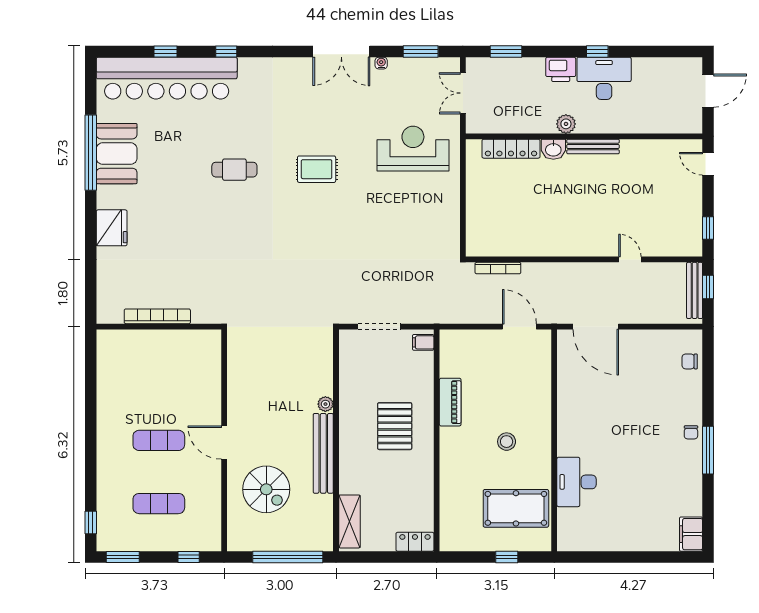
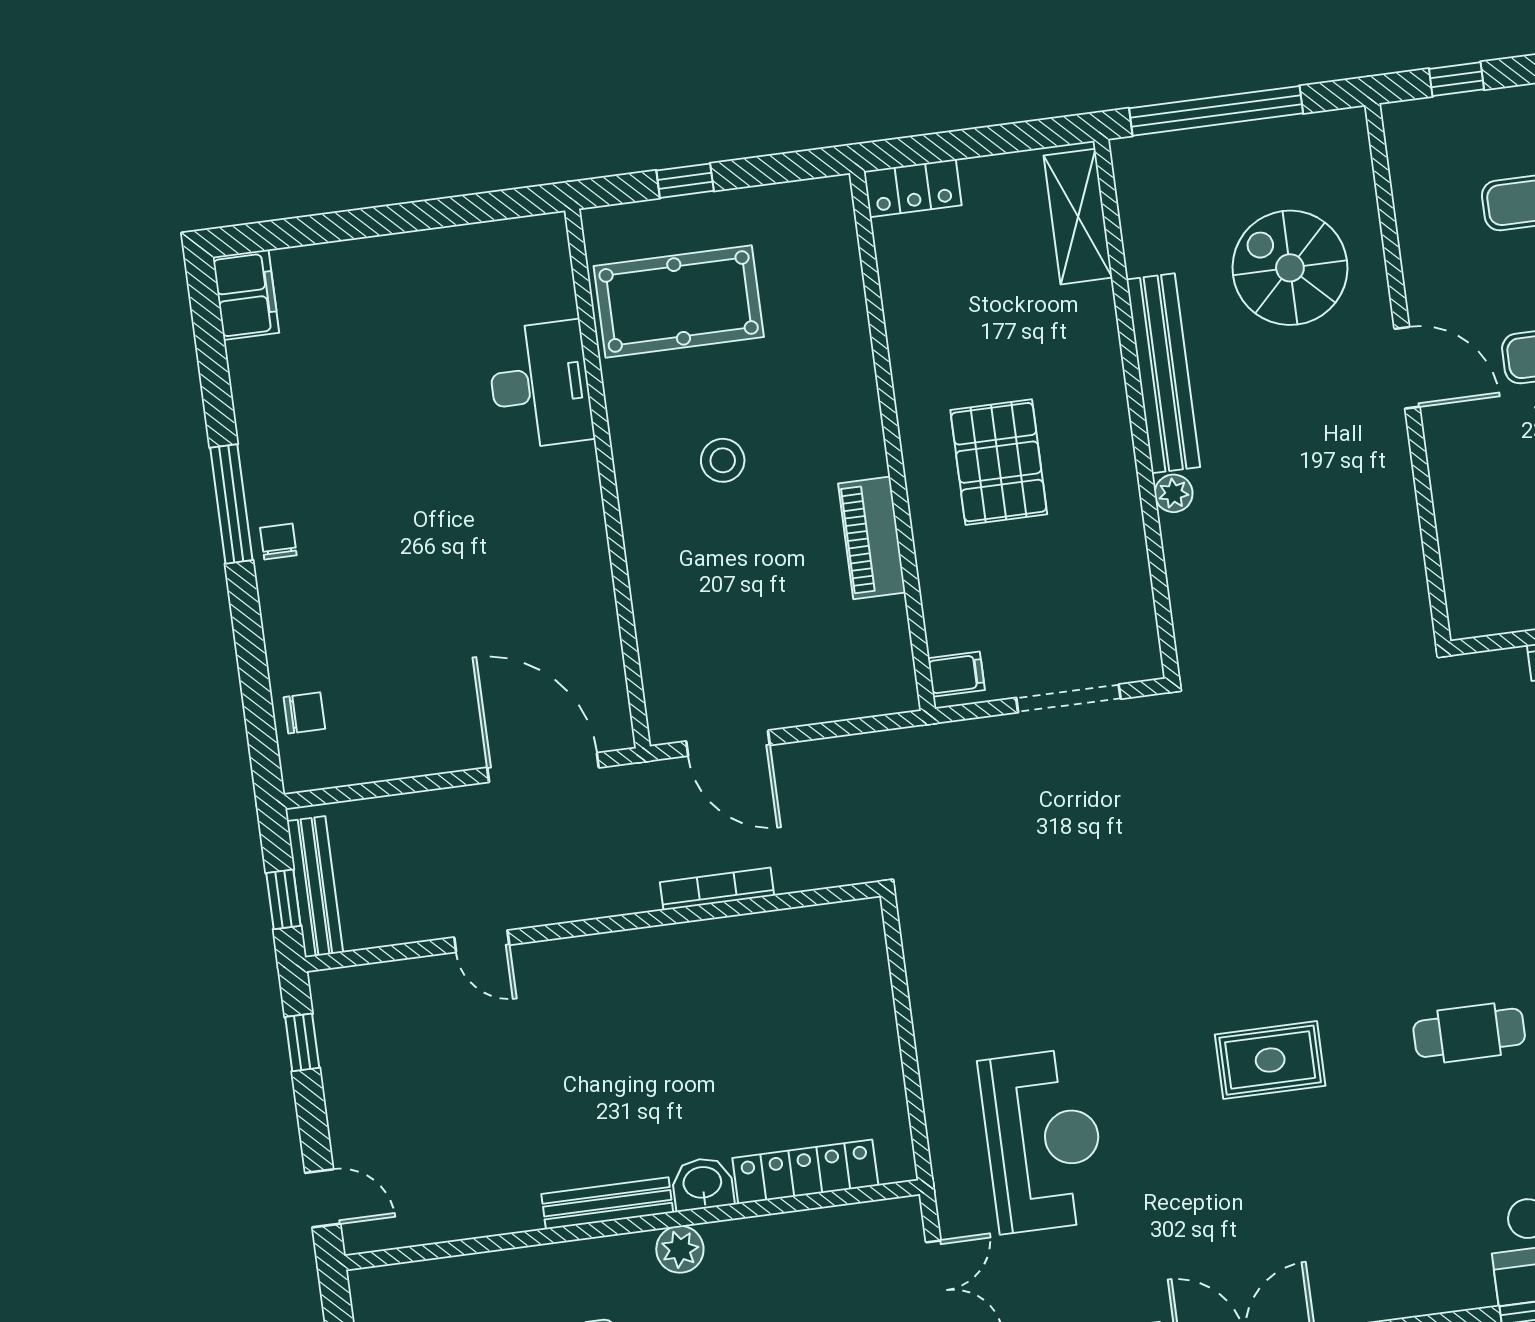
reception desk: (413, 149) -> (1043, 1141), turned -90
bookcase: (498, 268) -> (717, 889), moved

